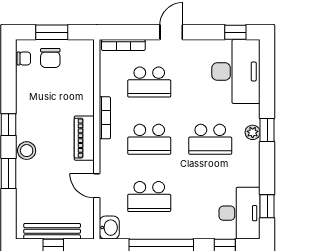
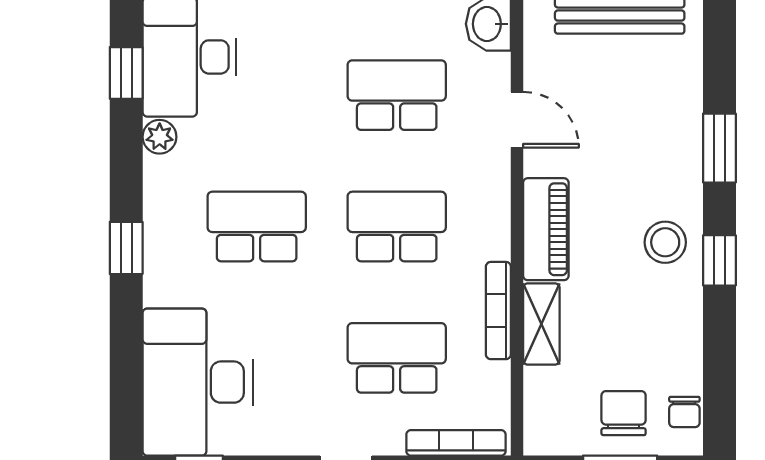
chair: (24, 58) -> (684, 412), turned -90
shelving: (86, 97) -> (541, 324), added
bookcase: (105, 118) -> (498, 311), moved
plant: (253, 132) -> (160, 137), moved
stool: (27, 151) -> (665, 242), moved

